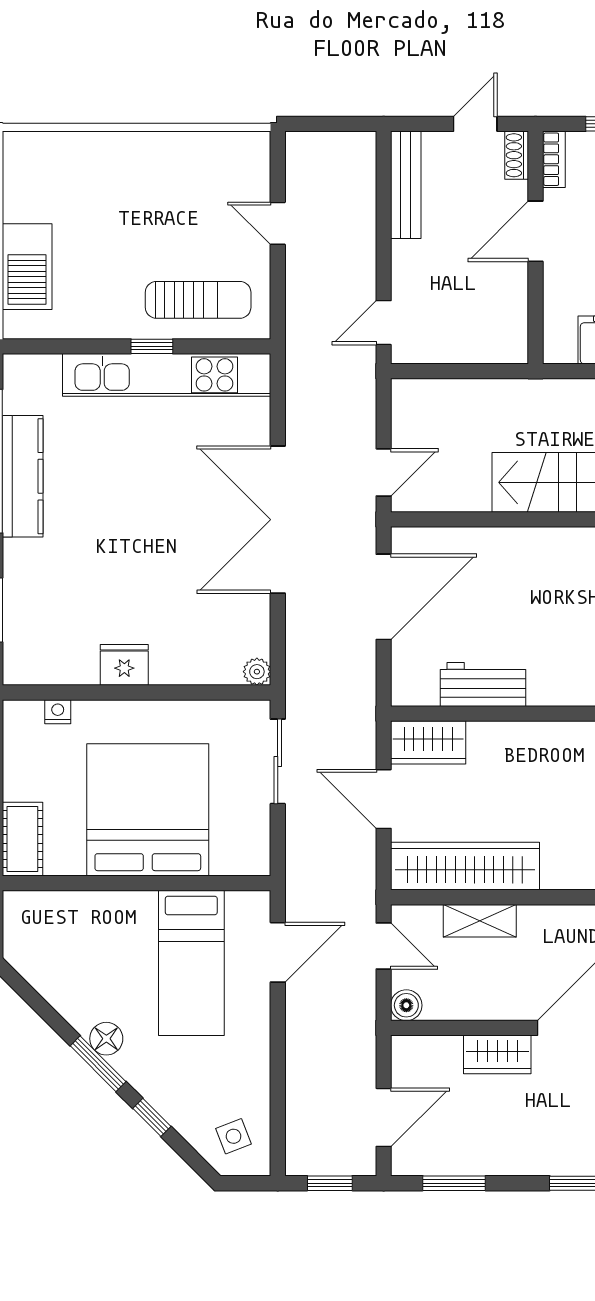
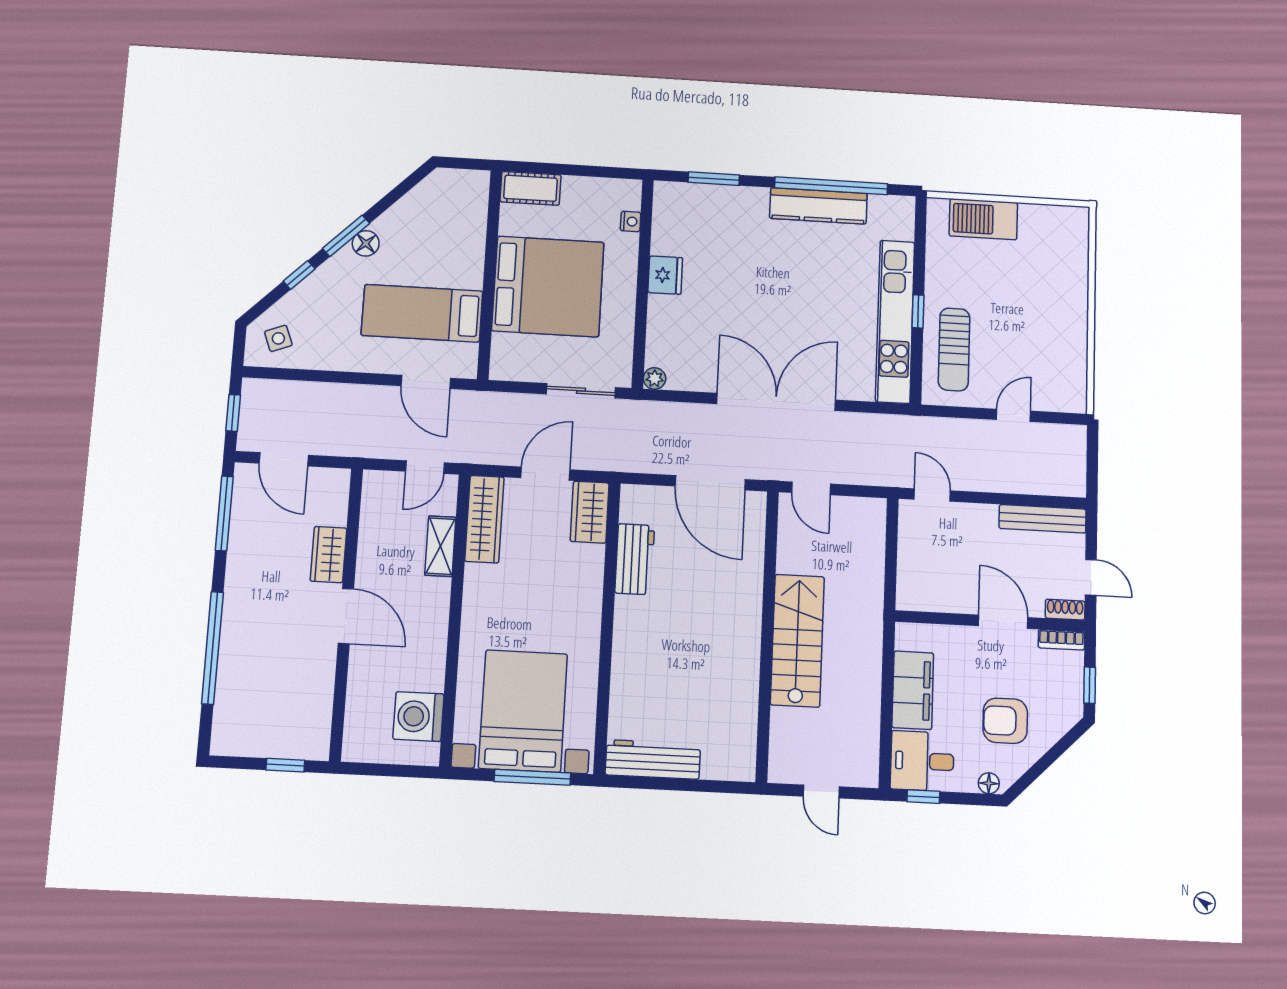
wardrobe: (465, 866) -> (484, 519), width x0.71, depth x0.85
boiler: (406, 1005) -> (375, 483), removed
window: (454, 1183) -> (224, 513), width x1.44

